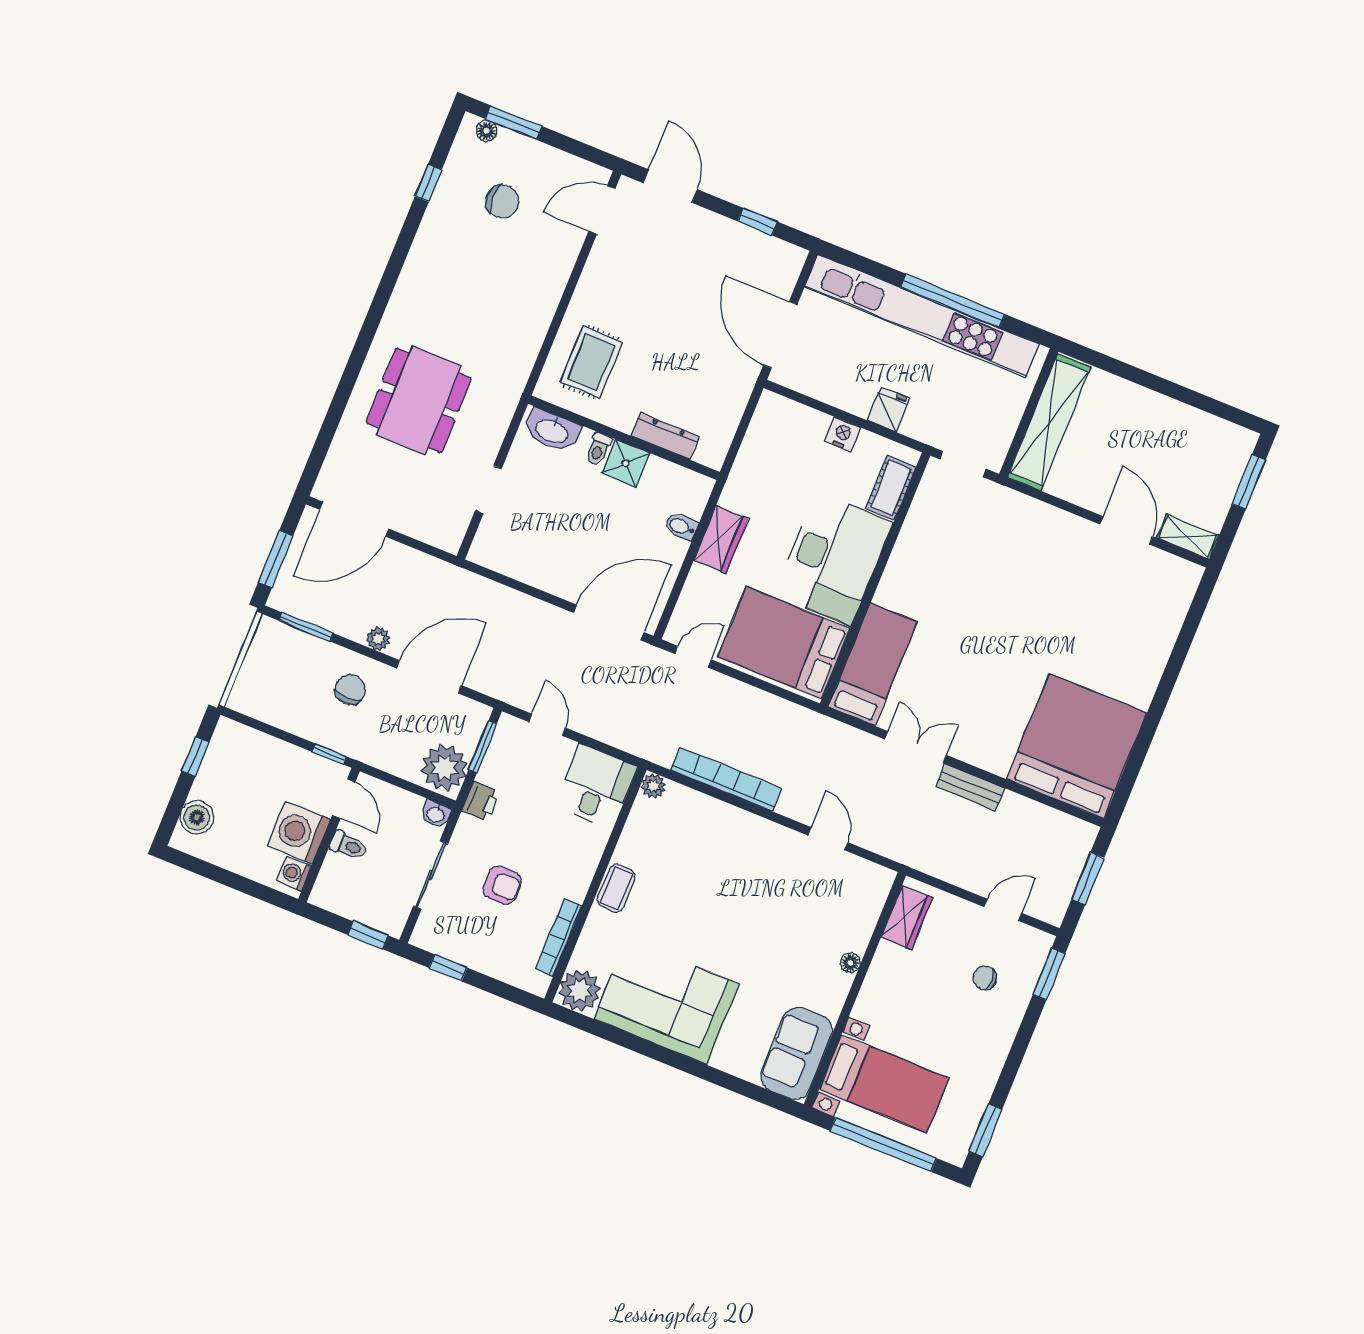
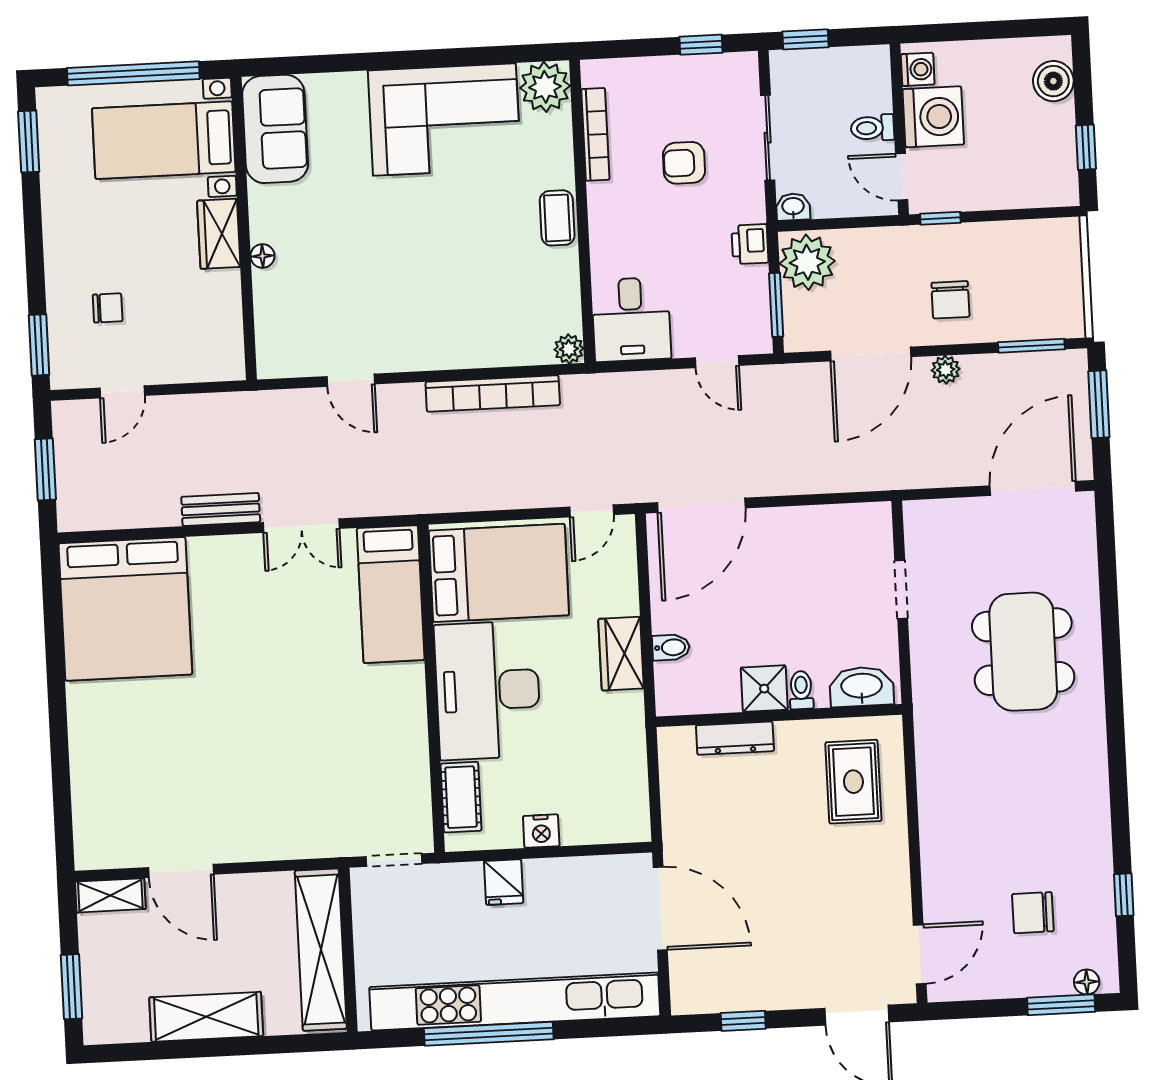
shelving: (1158, 412) -> (206, 1017), added
wardrobe: (907, 917) -> (219, 234), moved

